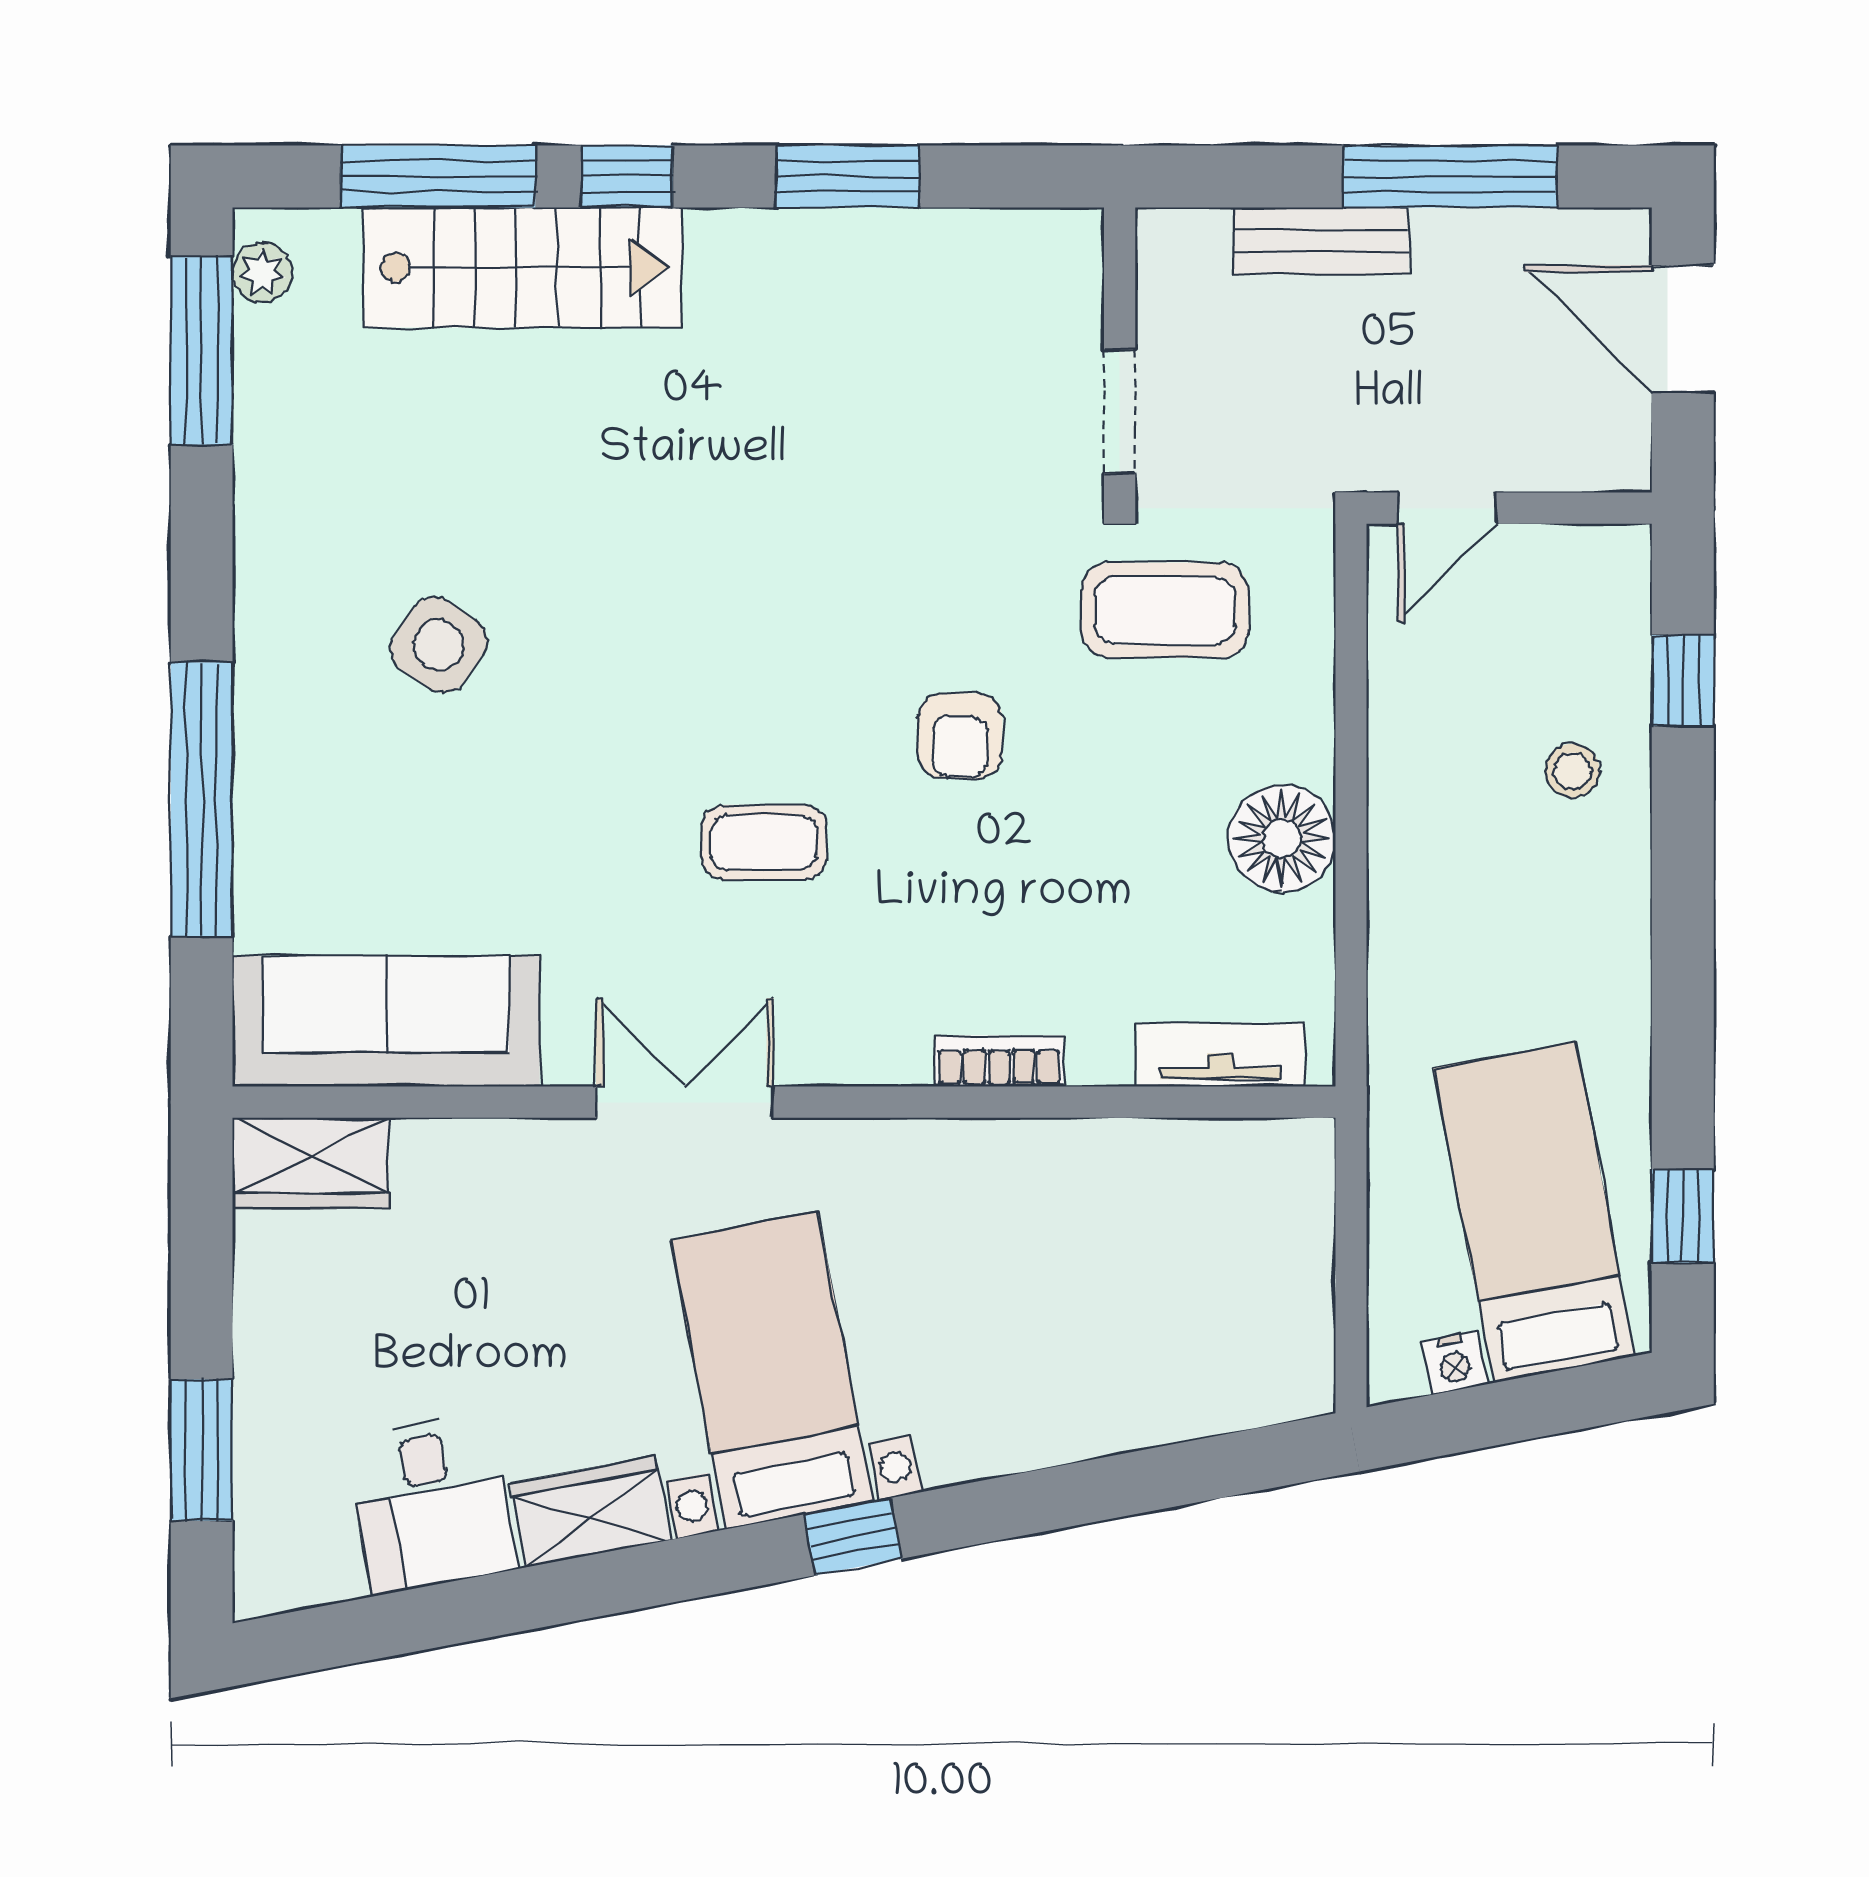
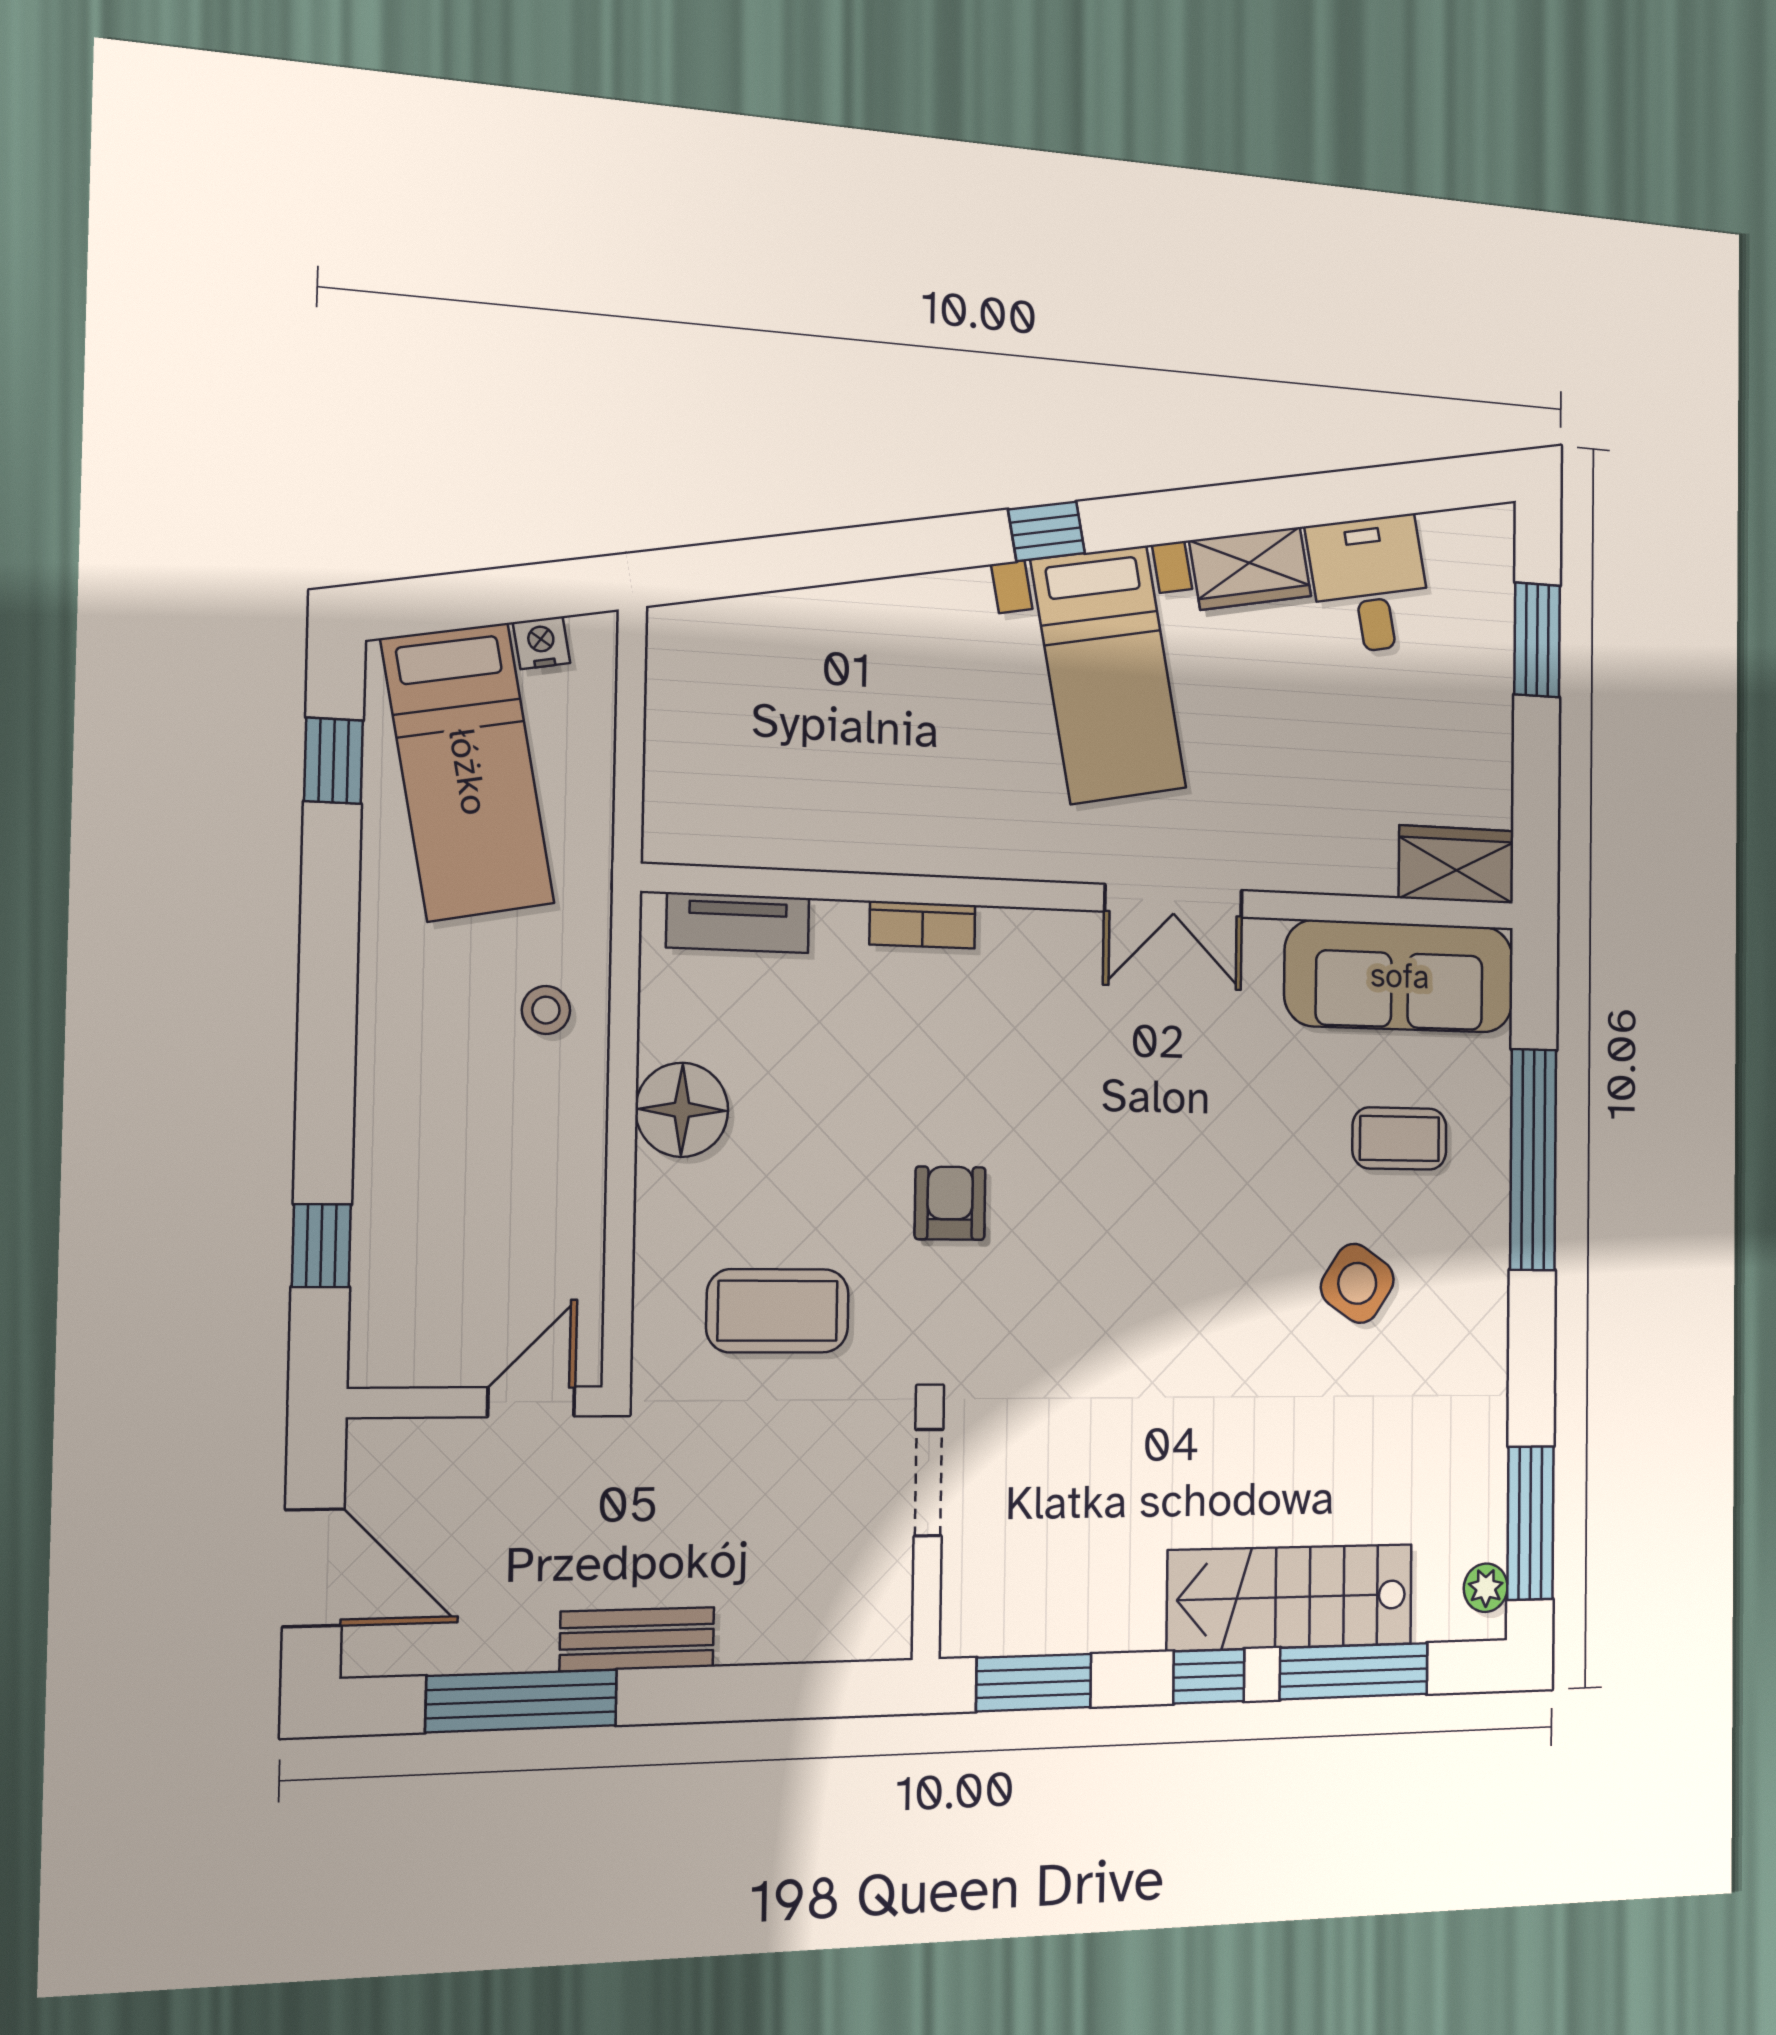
wall: (1120, 350) -> (928, 1536), moved
doorway: (1120, 411) -> (928, 1483), moved
stool: (1572, 771) -> (546, 1010), moved
coffee table: (764, 842) -> (1399, 1138), moved

